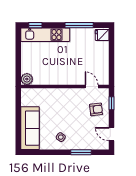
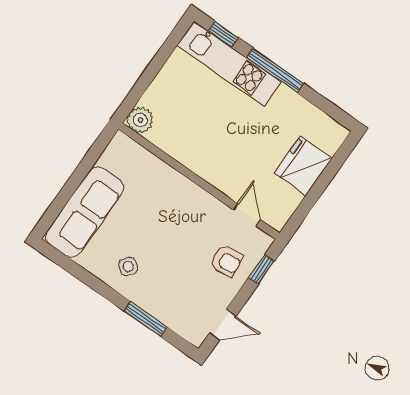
window: (79, 25) -> (275, 70), moved
fridge: (102, 35) -> (303, 166), moved, width x1.88, depth x1.34
door: (111, 134) -> (223, 325), swing flipped

